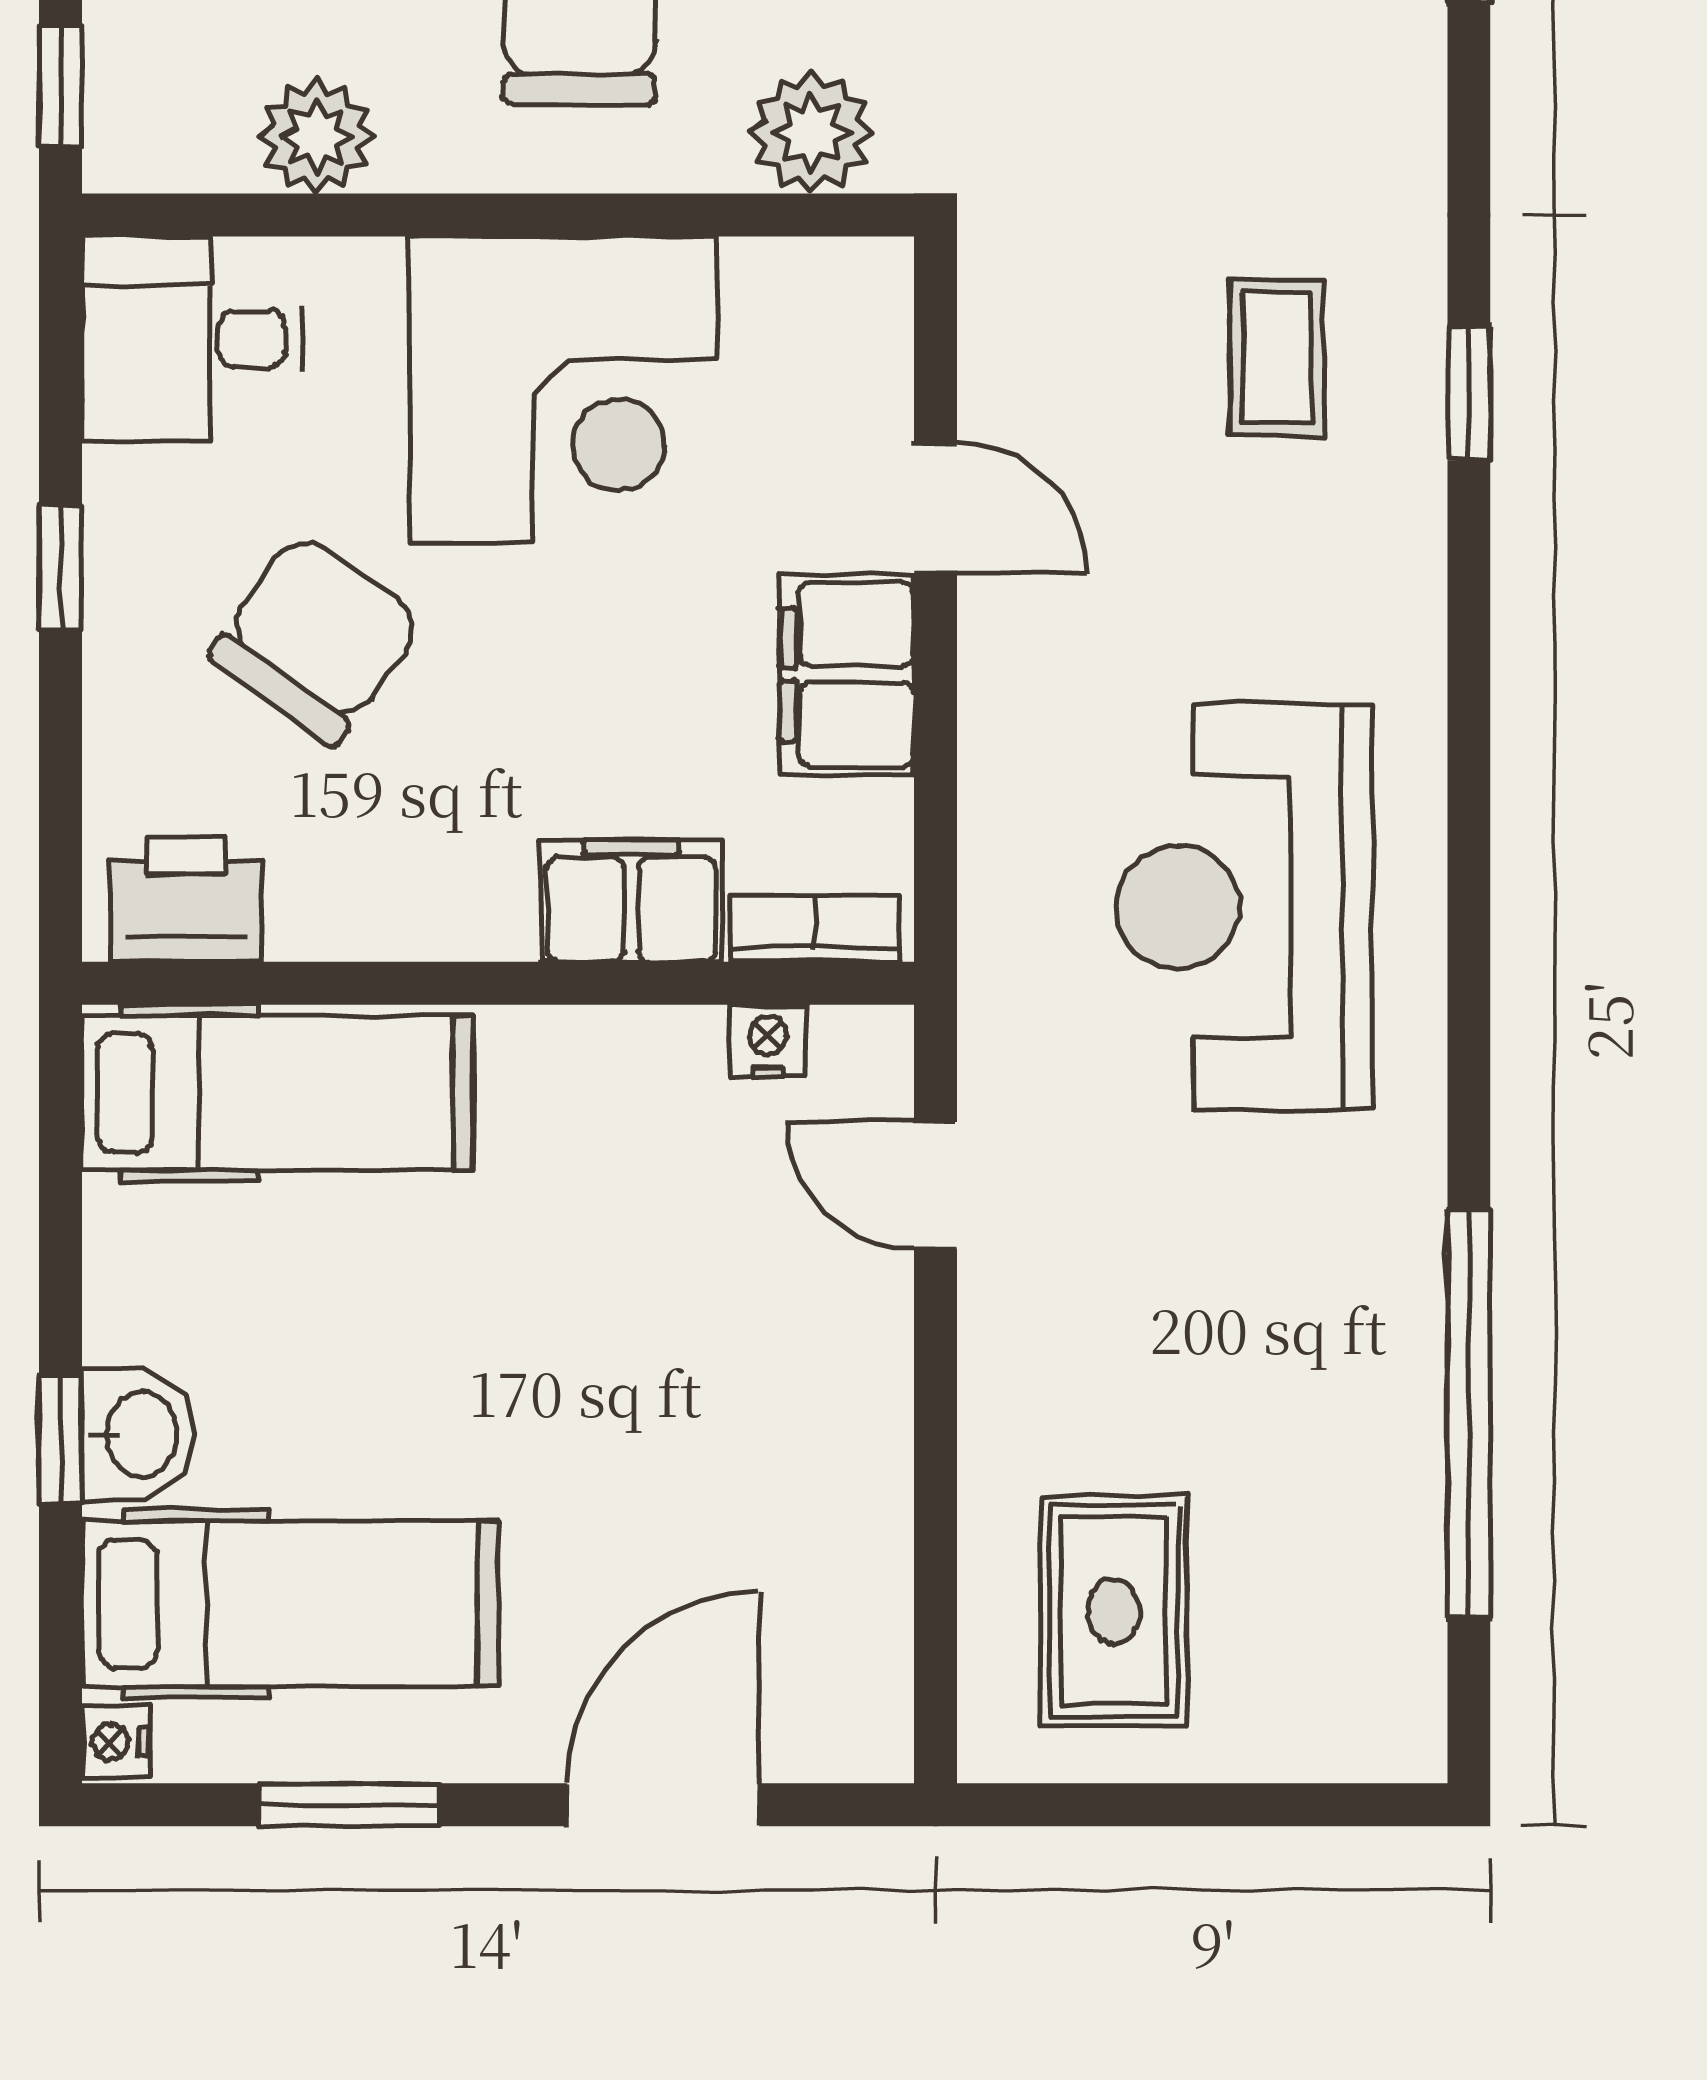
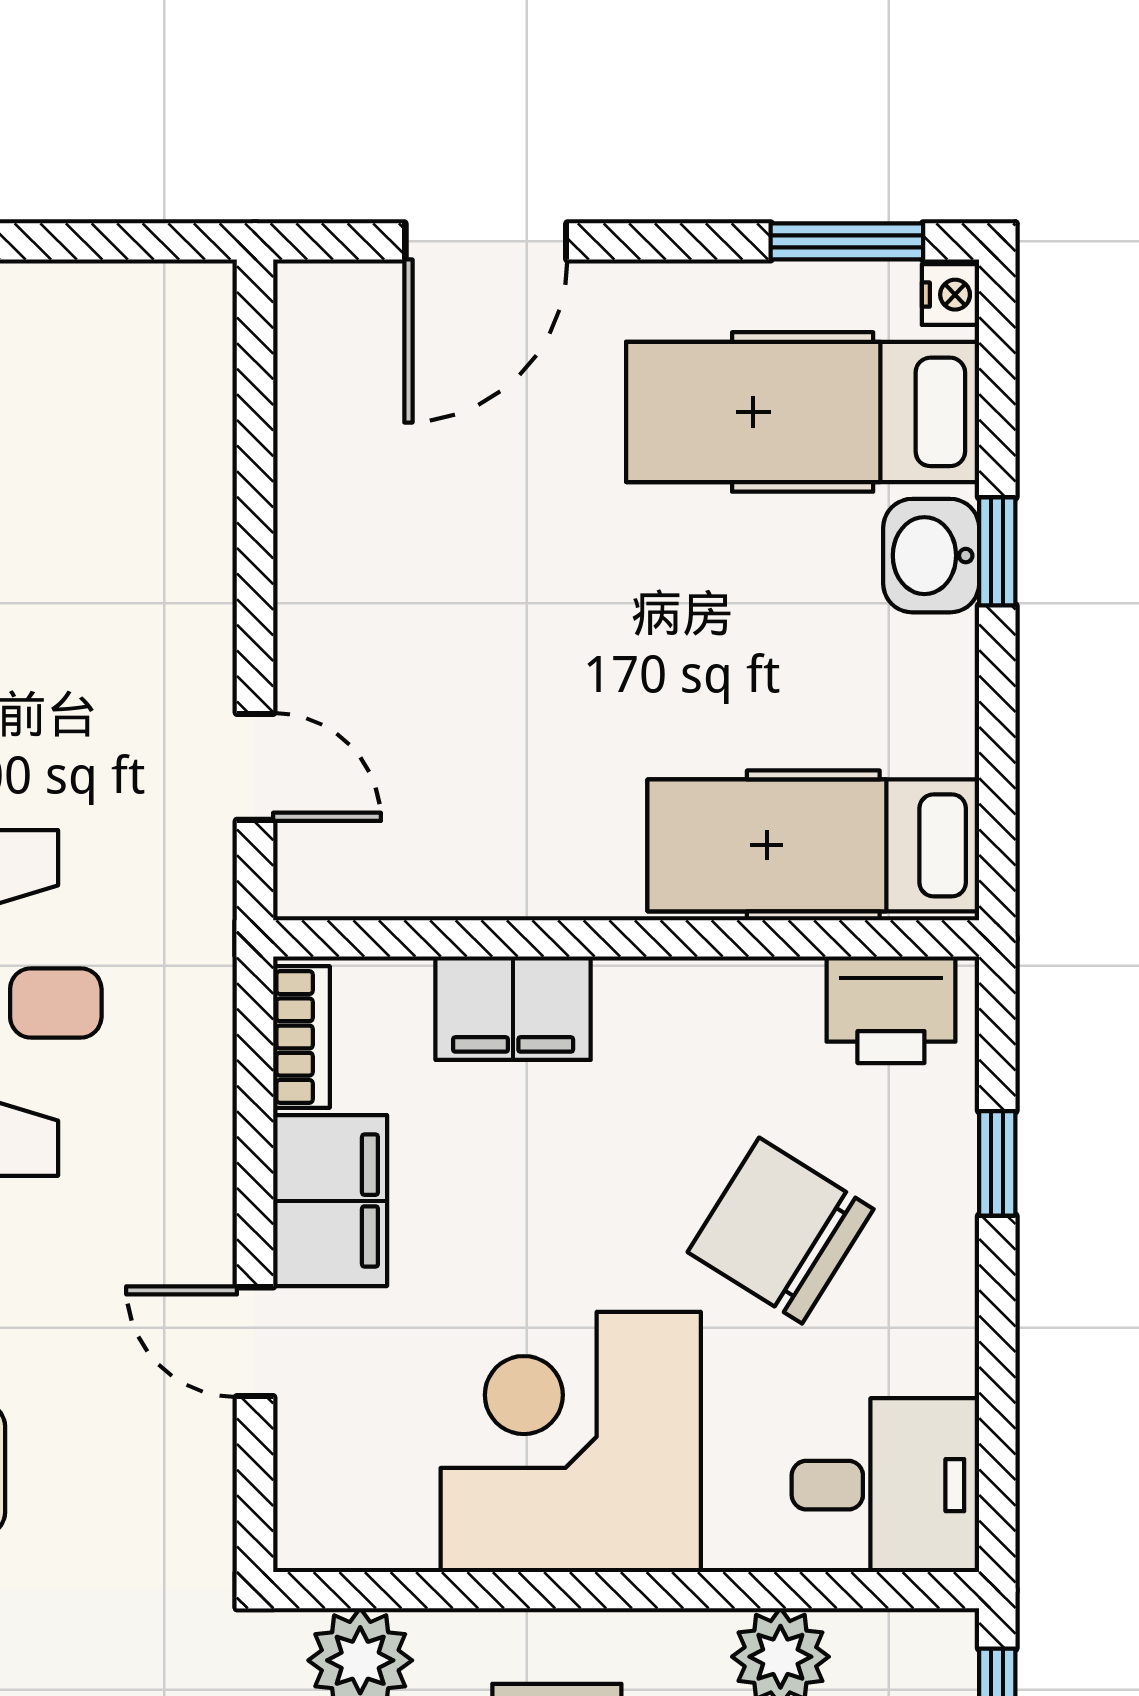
window: (61, 568) -> (997, 1163), moved
chair: (316, 639) -> (781, 1231), turned 86
bookcase: (815, 929) -> (301, 1037), moved, turned -90
nightstand: (768, 1041) -> (397, 890), removed
rug: (1114, 1611) -> (104, 406), removed
window: (348, 1805) -> (847, 241), moved

